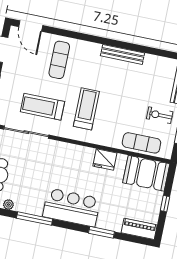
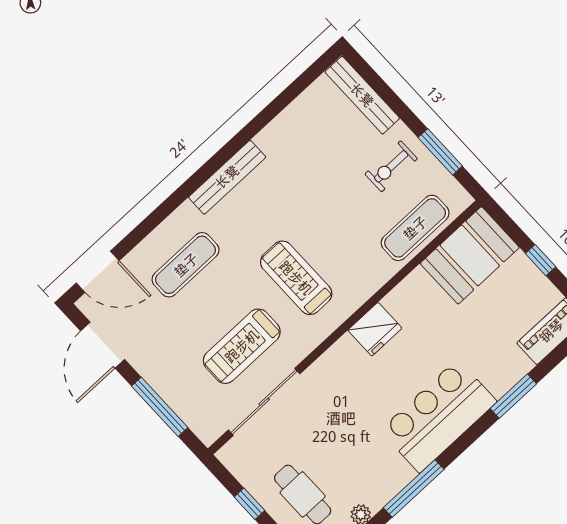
bench: (122, 54) -> (227, 177), moved
exercise mat: (59, 60) -> (186, 265), turned 90
fridge: (105, 160) -> (375, 329), moved

